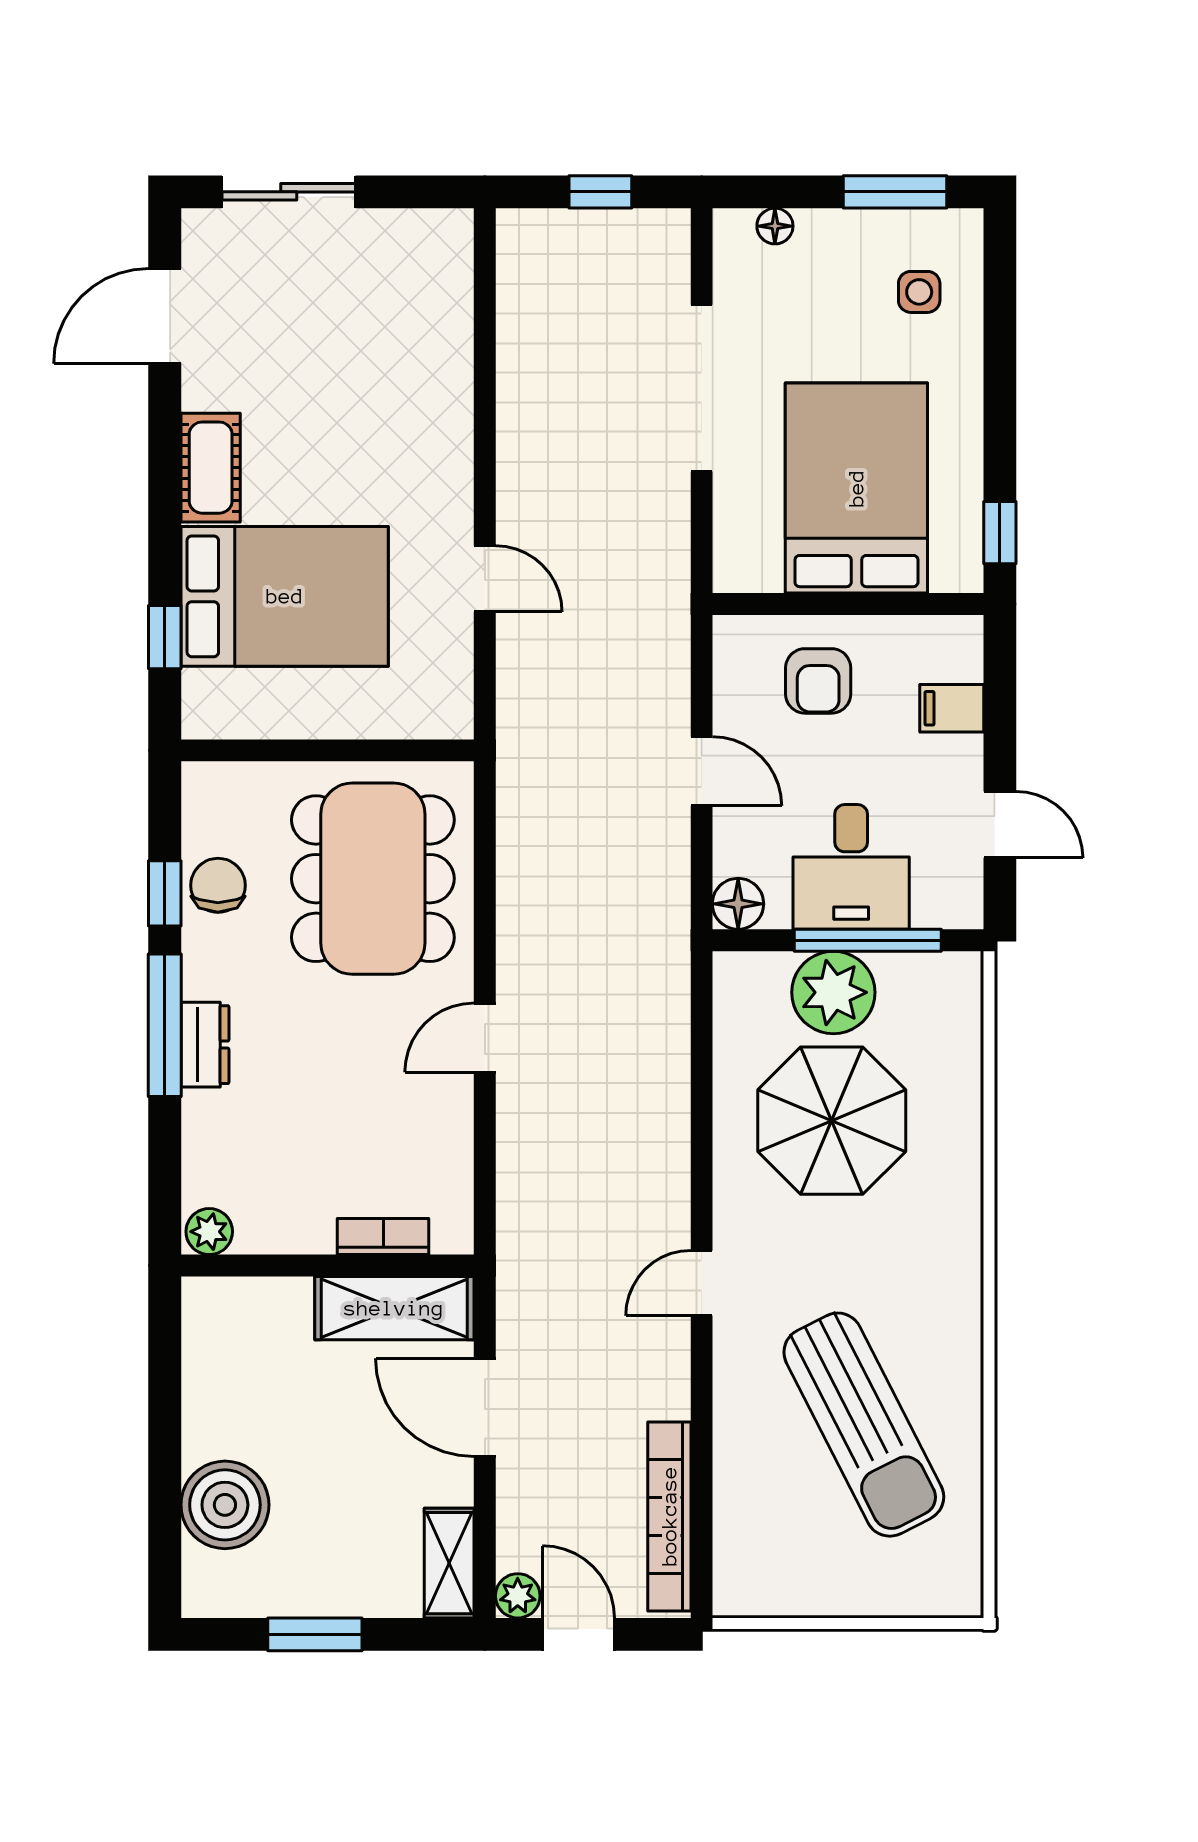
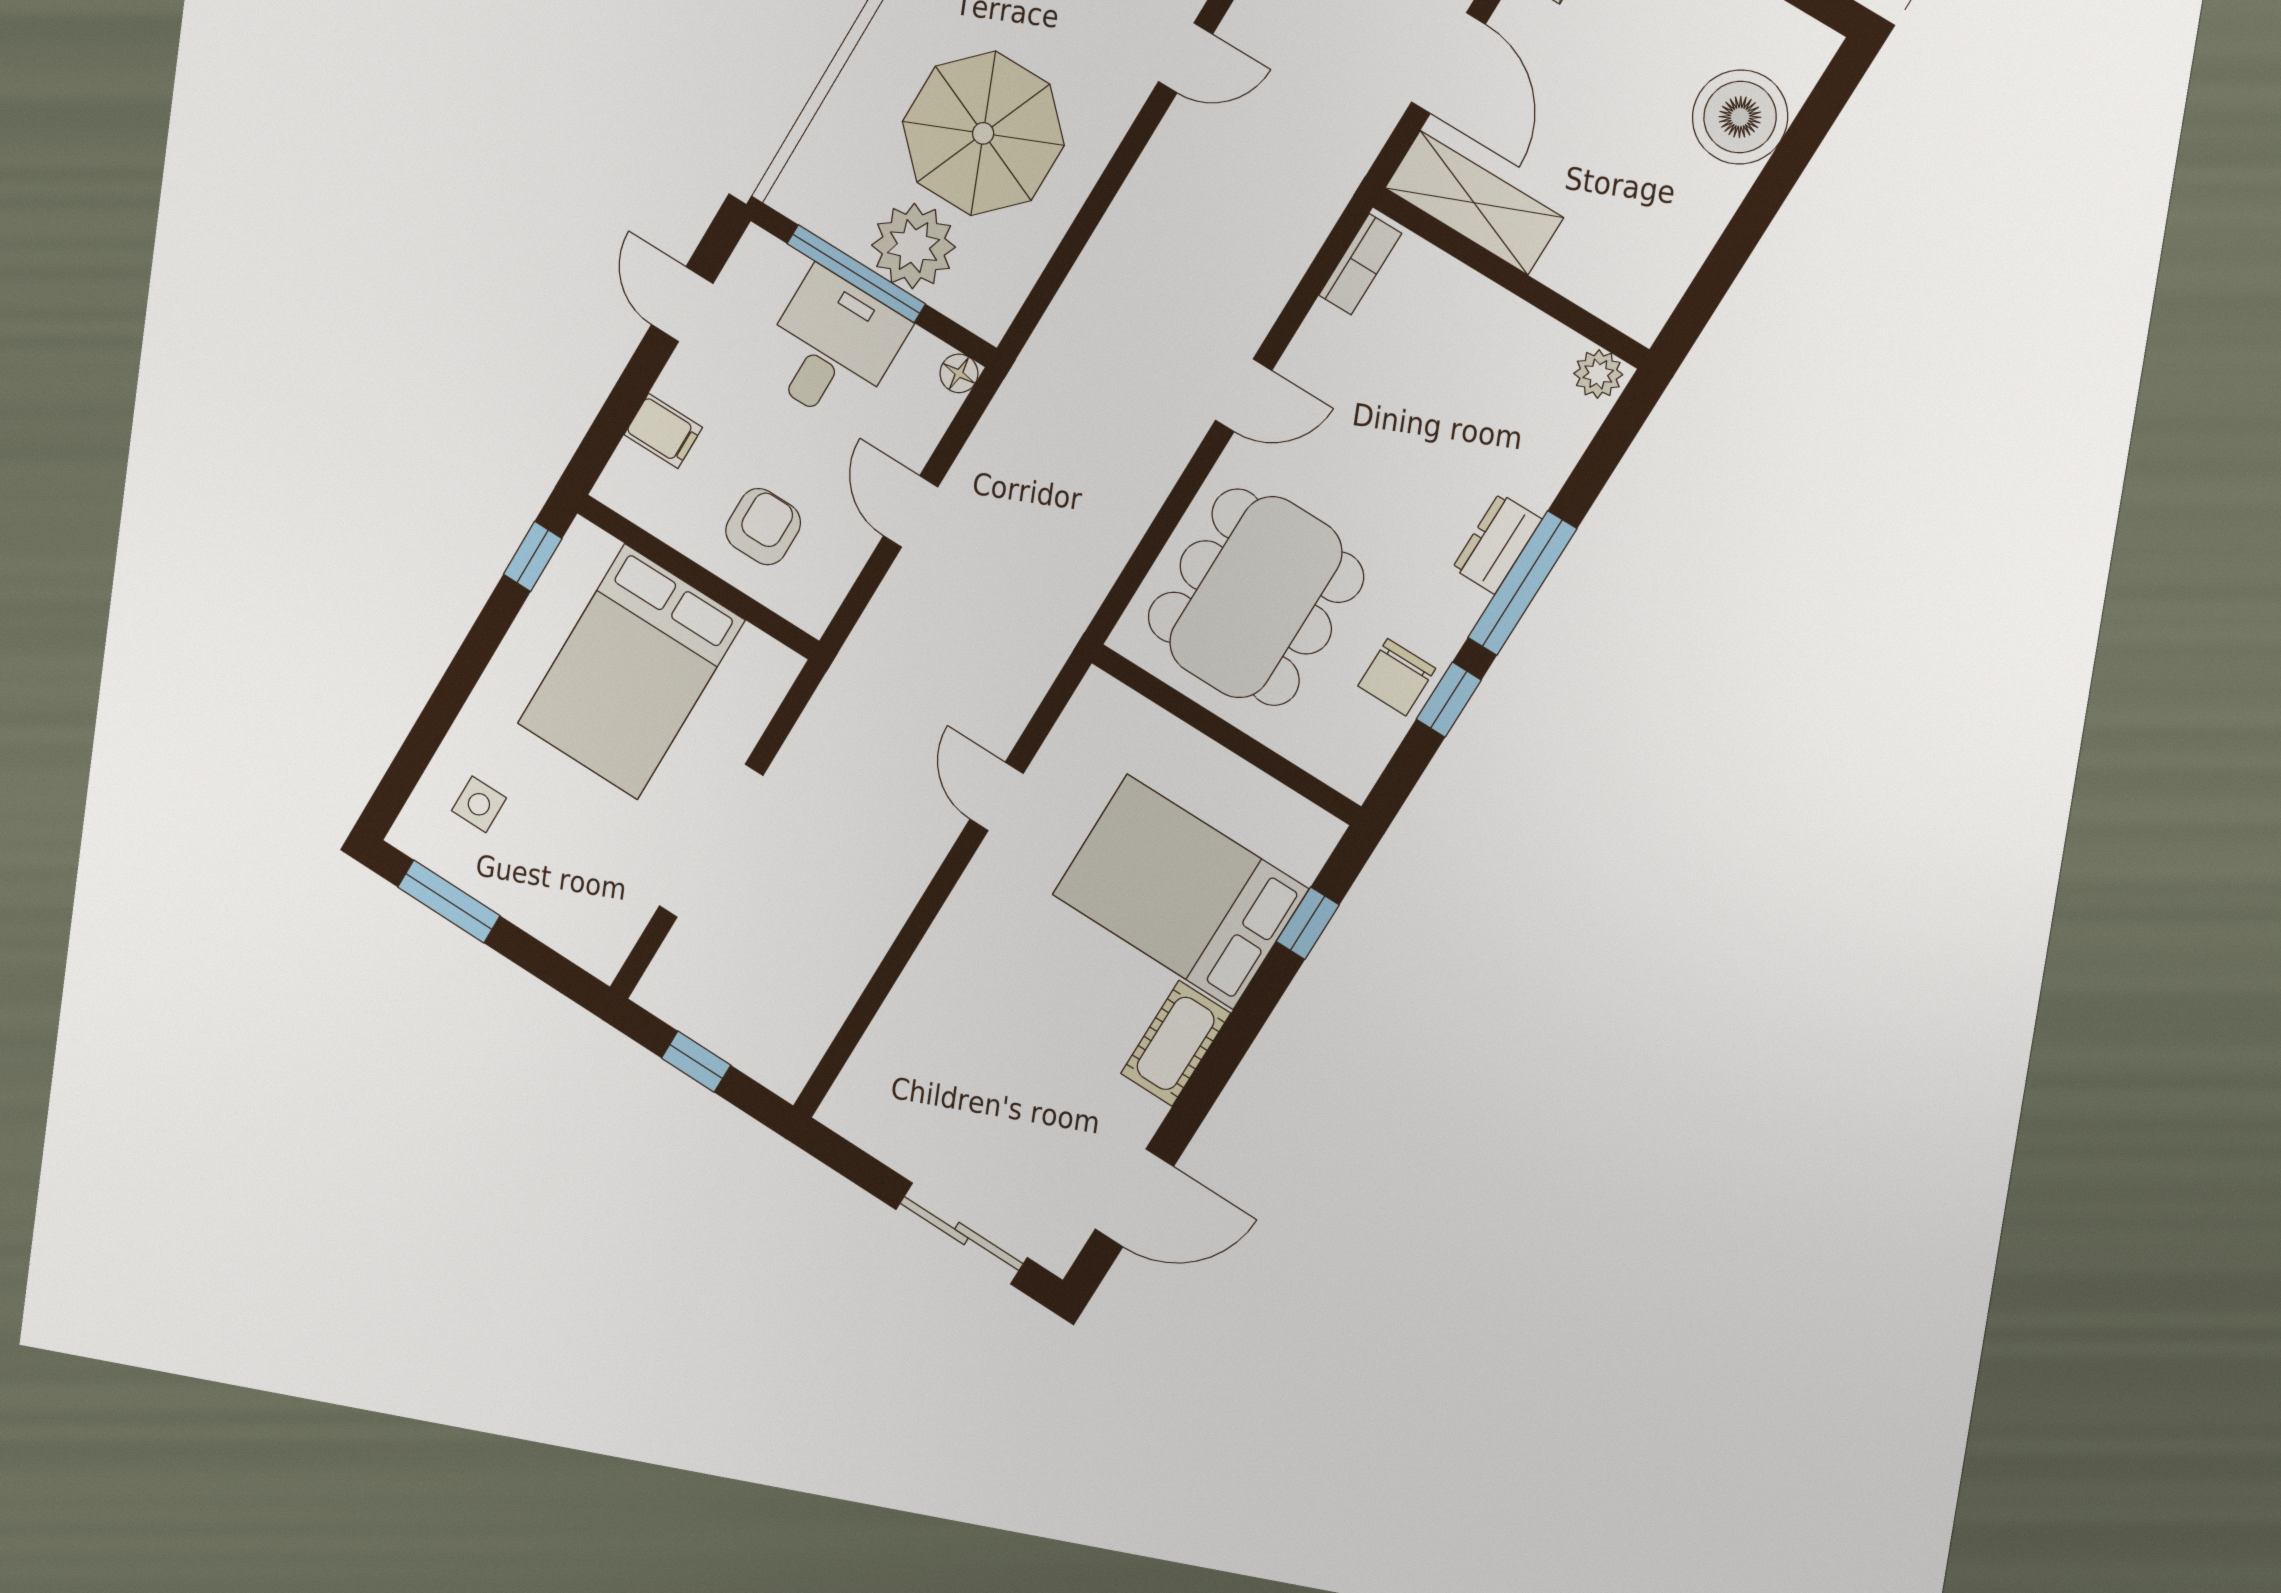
floor lamp: (775, 226) -> (566, 938), removed
floor lamp: (738, 904) -> (959, 373), width x0.73, depth x0.73
bookcase: (383, 1236) -> (1360, 264), moved, turned -90

